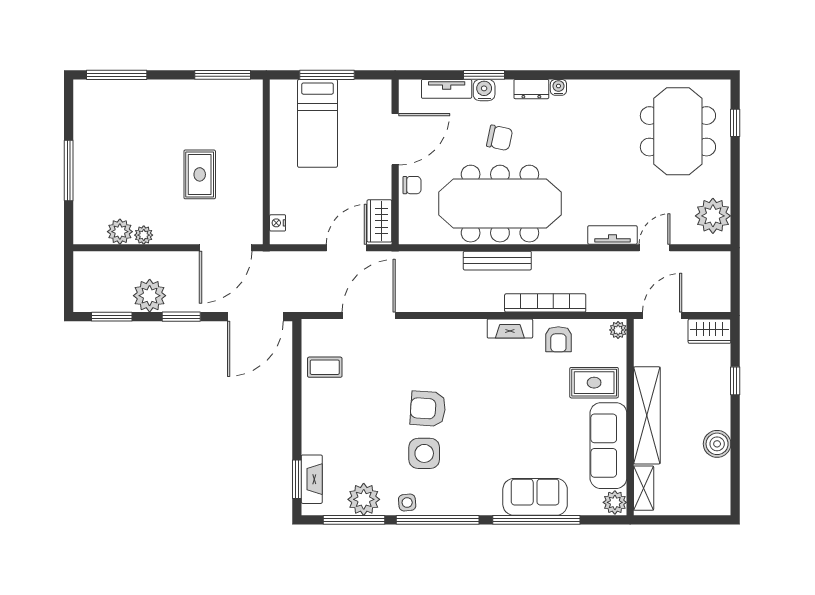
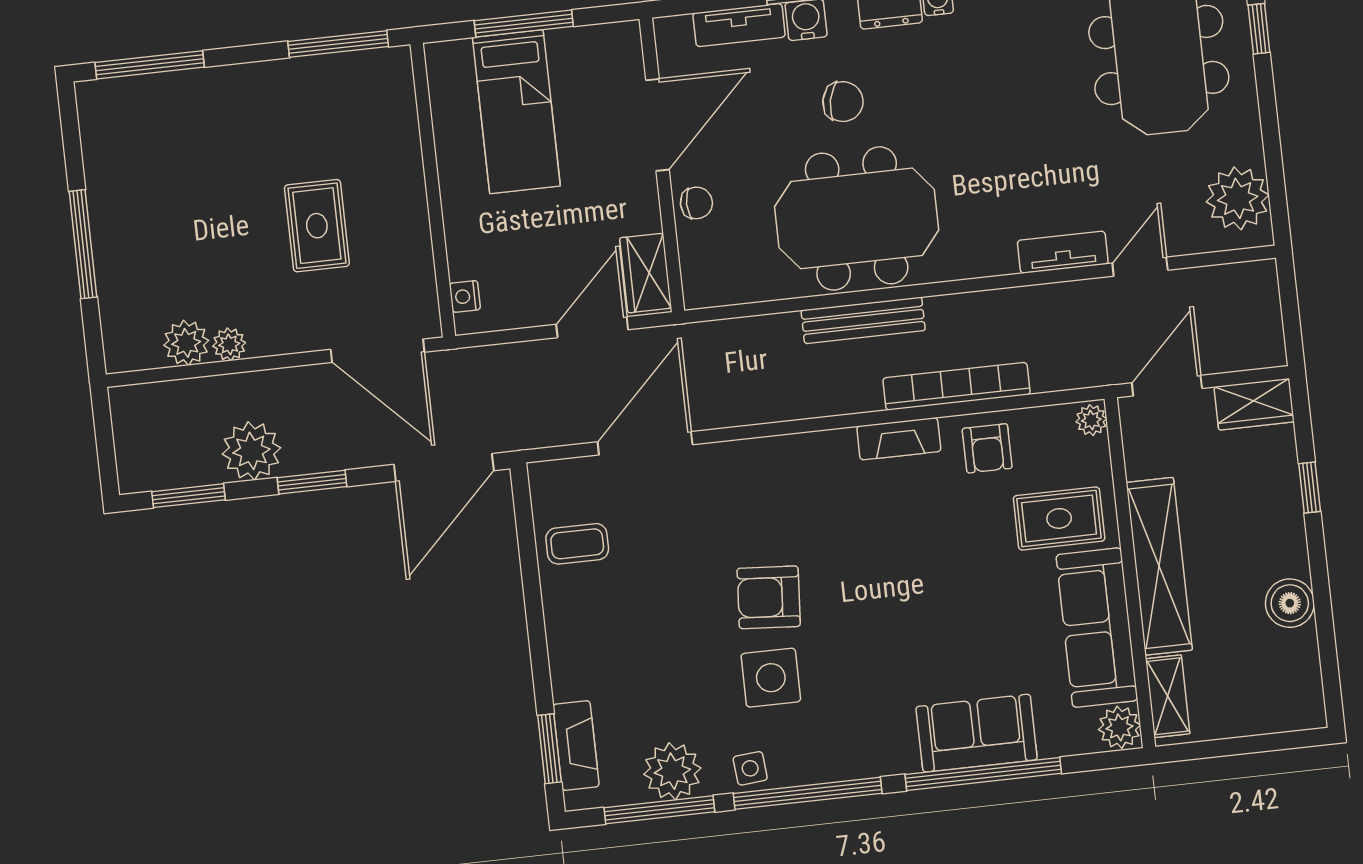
meeting table: (500, 204) -> (857, 218), width x0.73
door: (226, 248) -> (377, 351), hinge flipped

